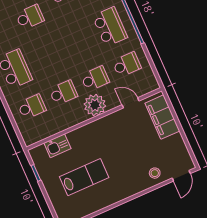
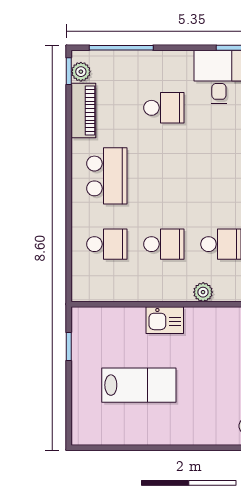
plant: (95, 105) -> (203, 292), width x0.53, depth x0.53
kitchen sink: (57, 146) -> (165, 320), moved

